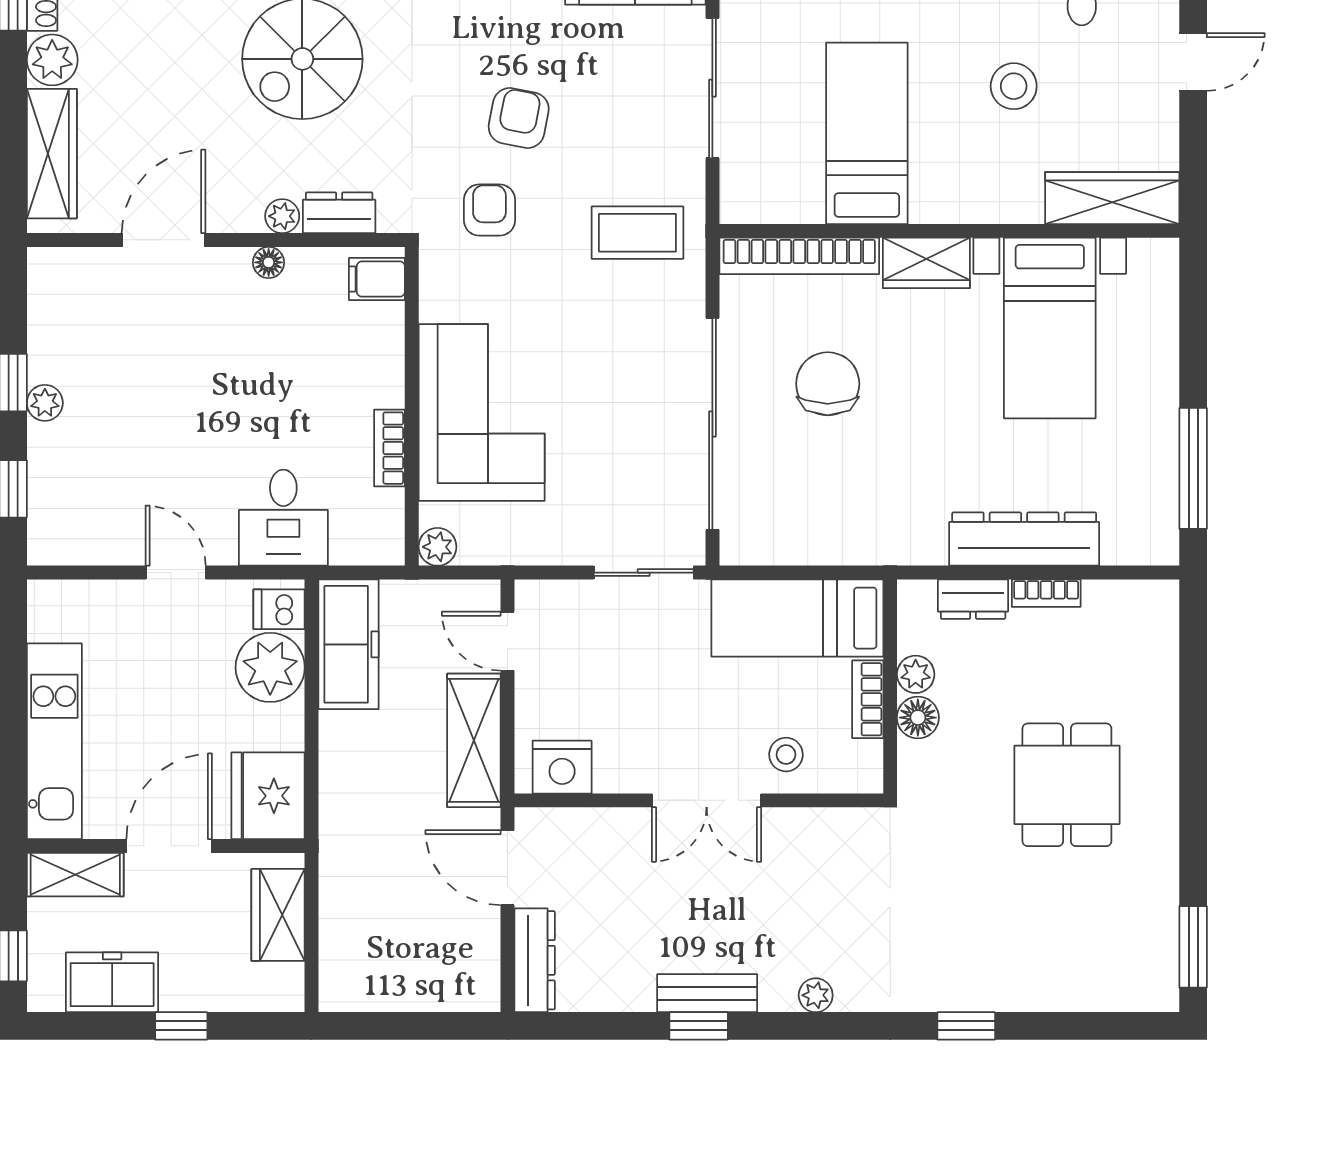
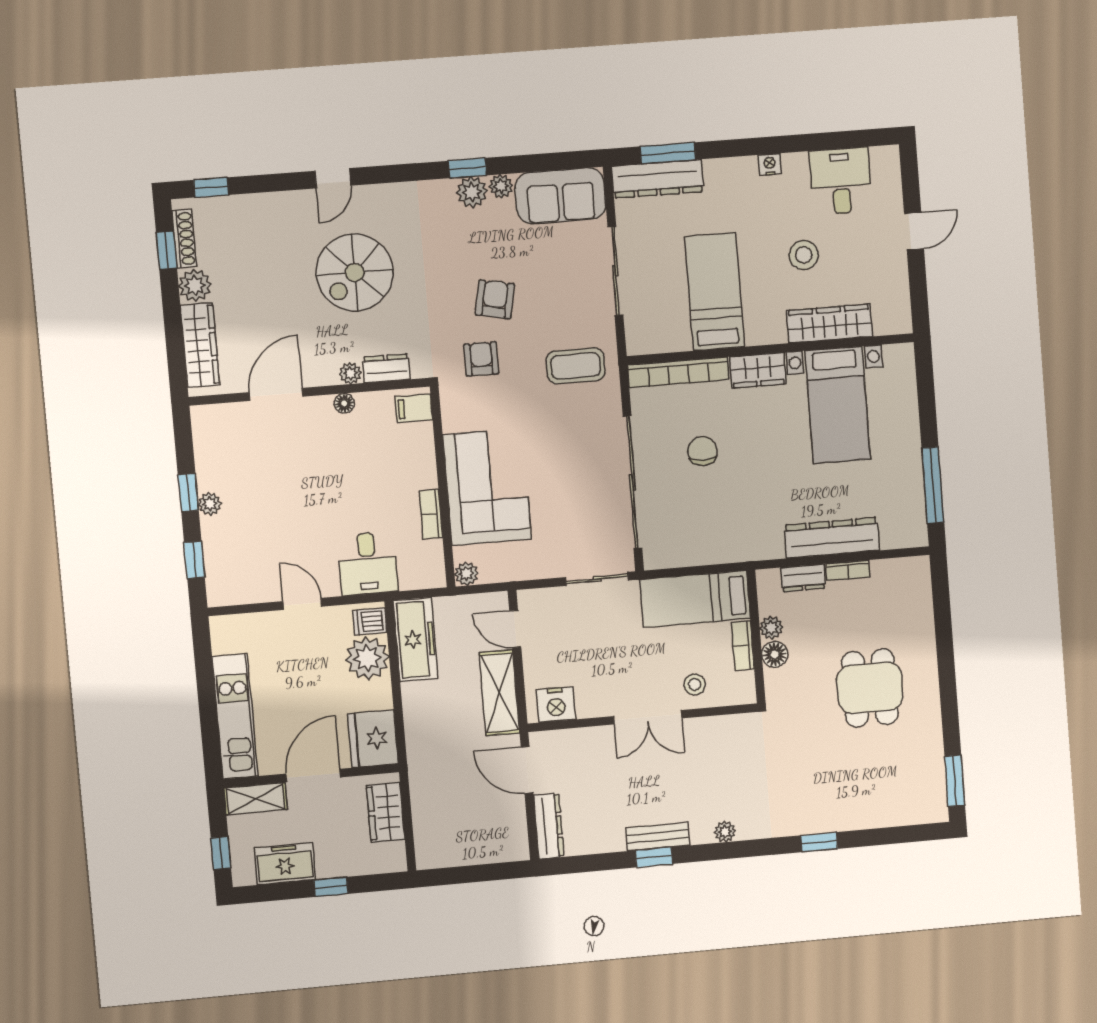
wardrobe: (1112, 198) -> (829, 324), moved
chair: (828, 384) -> (702, 451), width x0.73, depth x0.73

